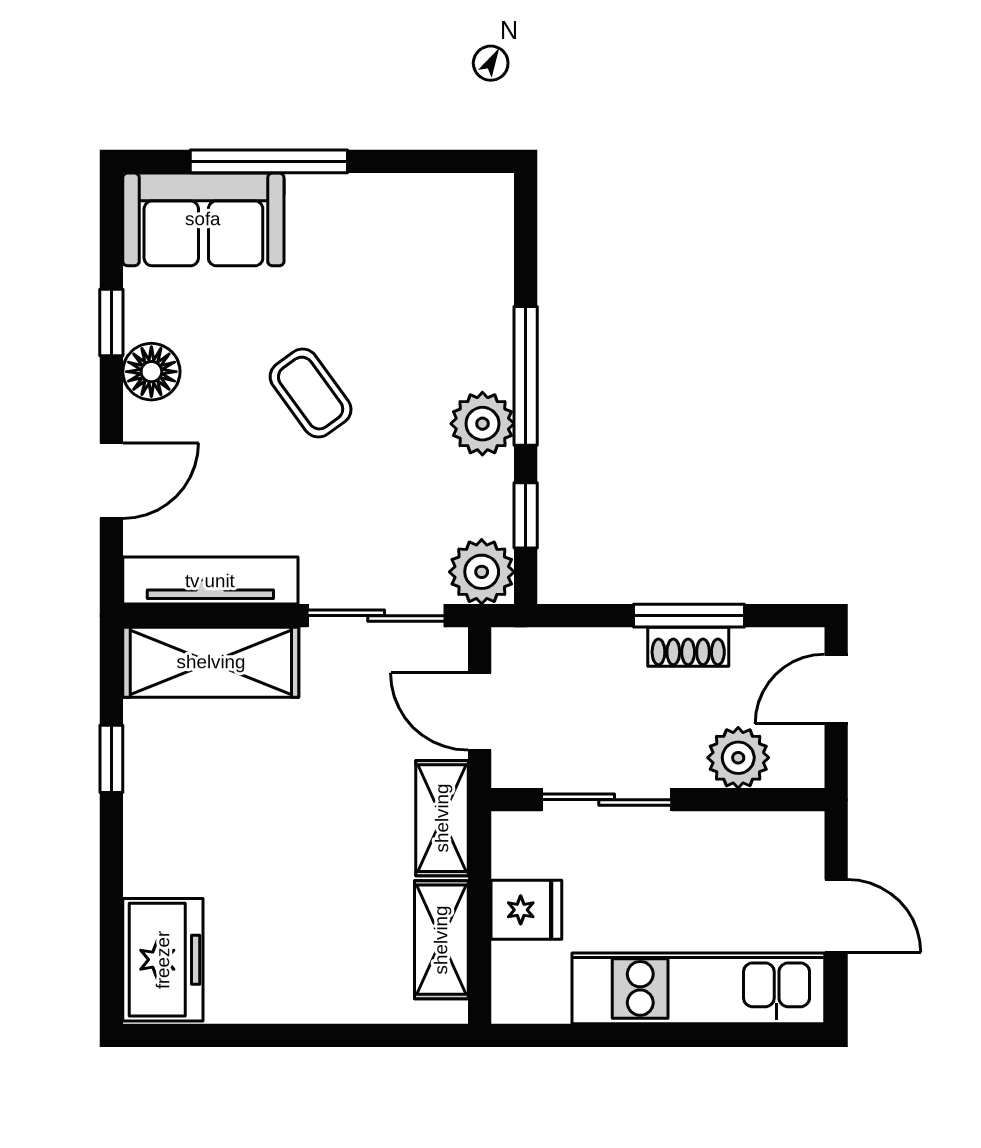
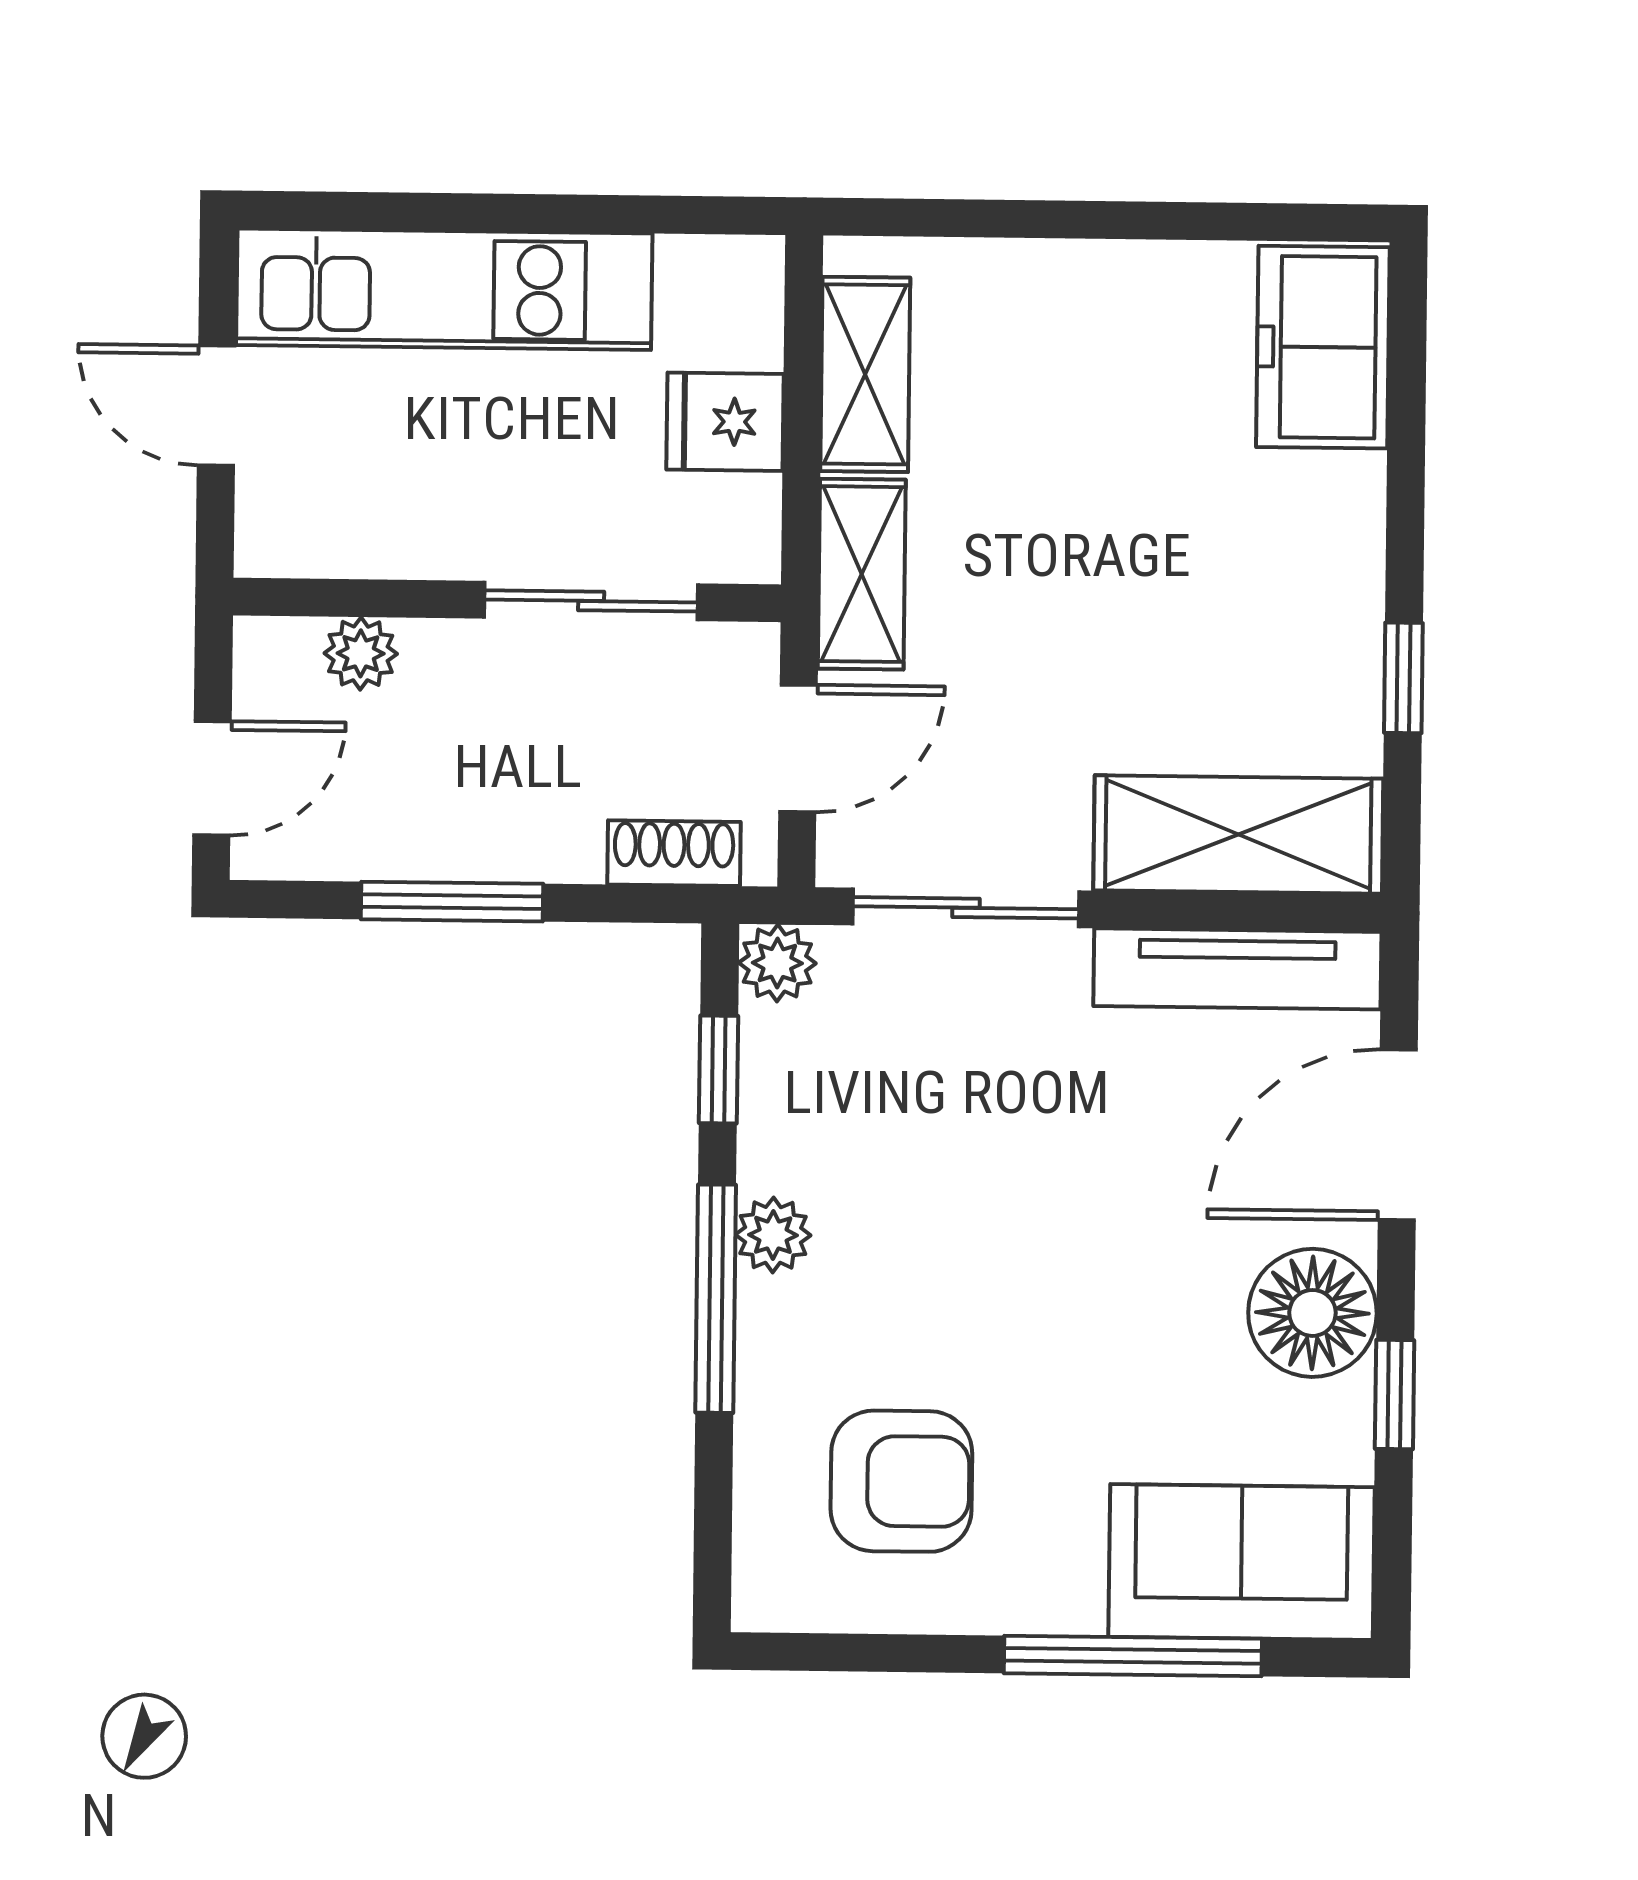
armchair: (411, 266) -> (901, 1481), added
floor lamp: (151, 372) -> (1312, 1313), width x1.38, depth x1.38
coffee table: (311, 393) -> (1069, 1275), removed
plant: (482, 424) -> (773, 1235), width x0.73, depth x0.73
door: (111, 481) -> (1398, 1135), width x1.38
plant: (482, 572) -> (777, 963), width x0.73, depth x0.73
shoe rack: (688, 647) -> (674, 853), moved
door: (480, 712) -> (798, 748), hinge flipped
plant: (738, 758) -> (361, 653), width x0.73, depth x0.73

